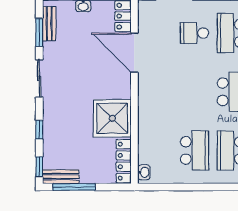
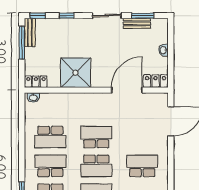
bench: (49, 24) -> (137, 23), moved
school desk: (194, 33) -> (96, 137), moved, width x1.85
locker: (124, 161) -> (36, 82), width x0.66

